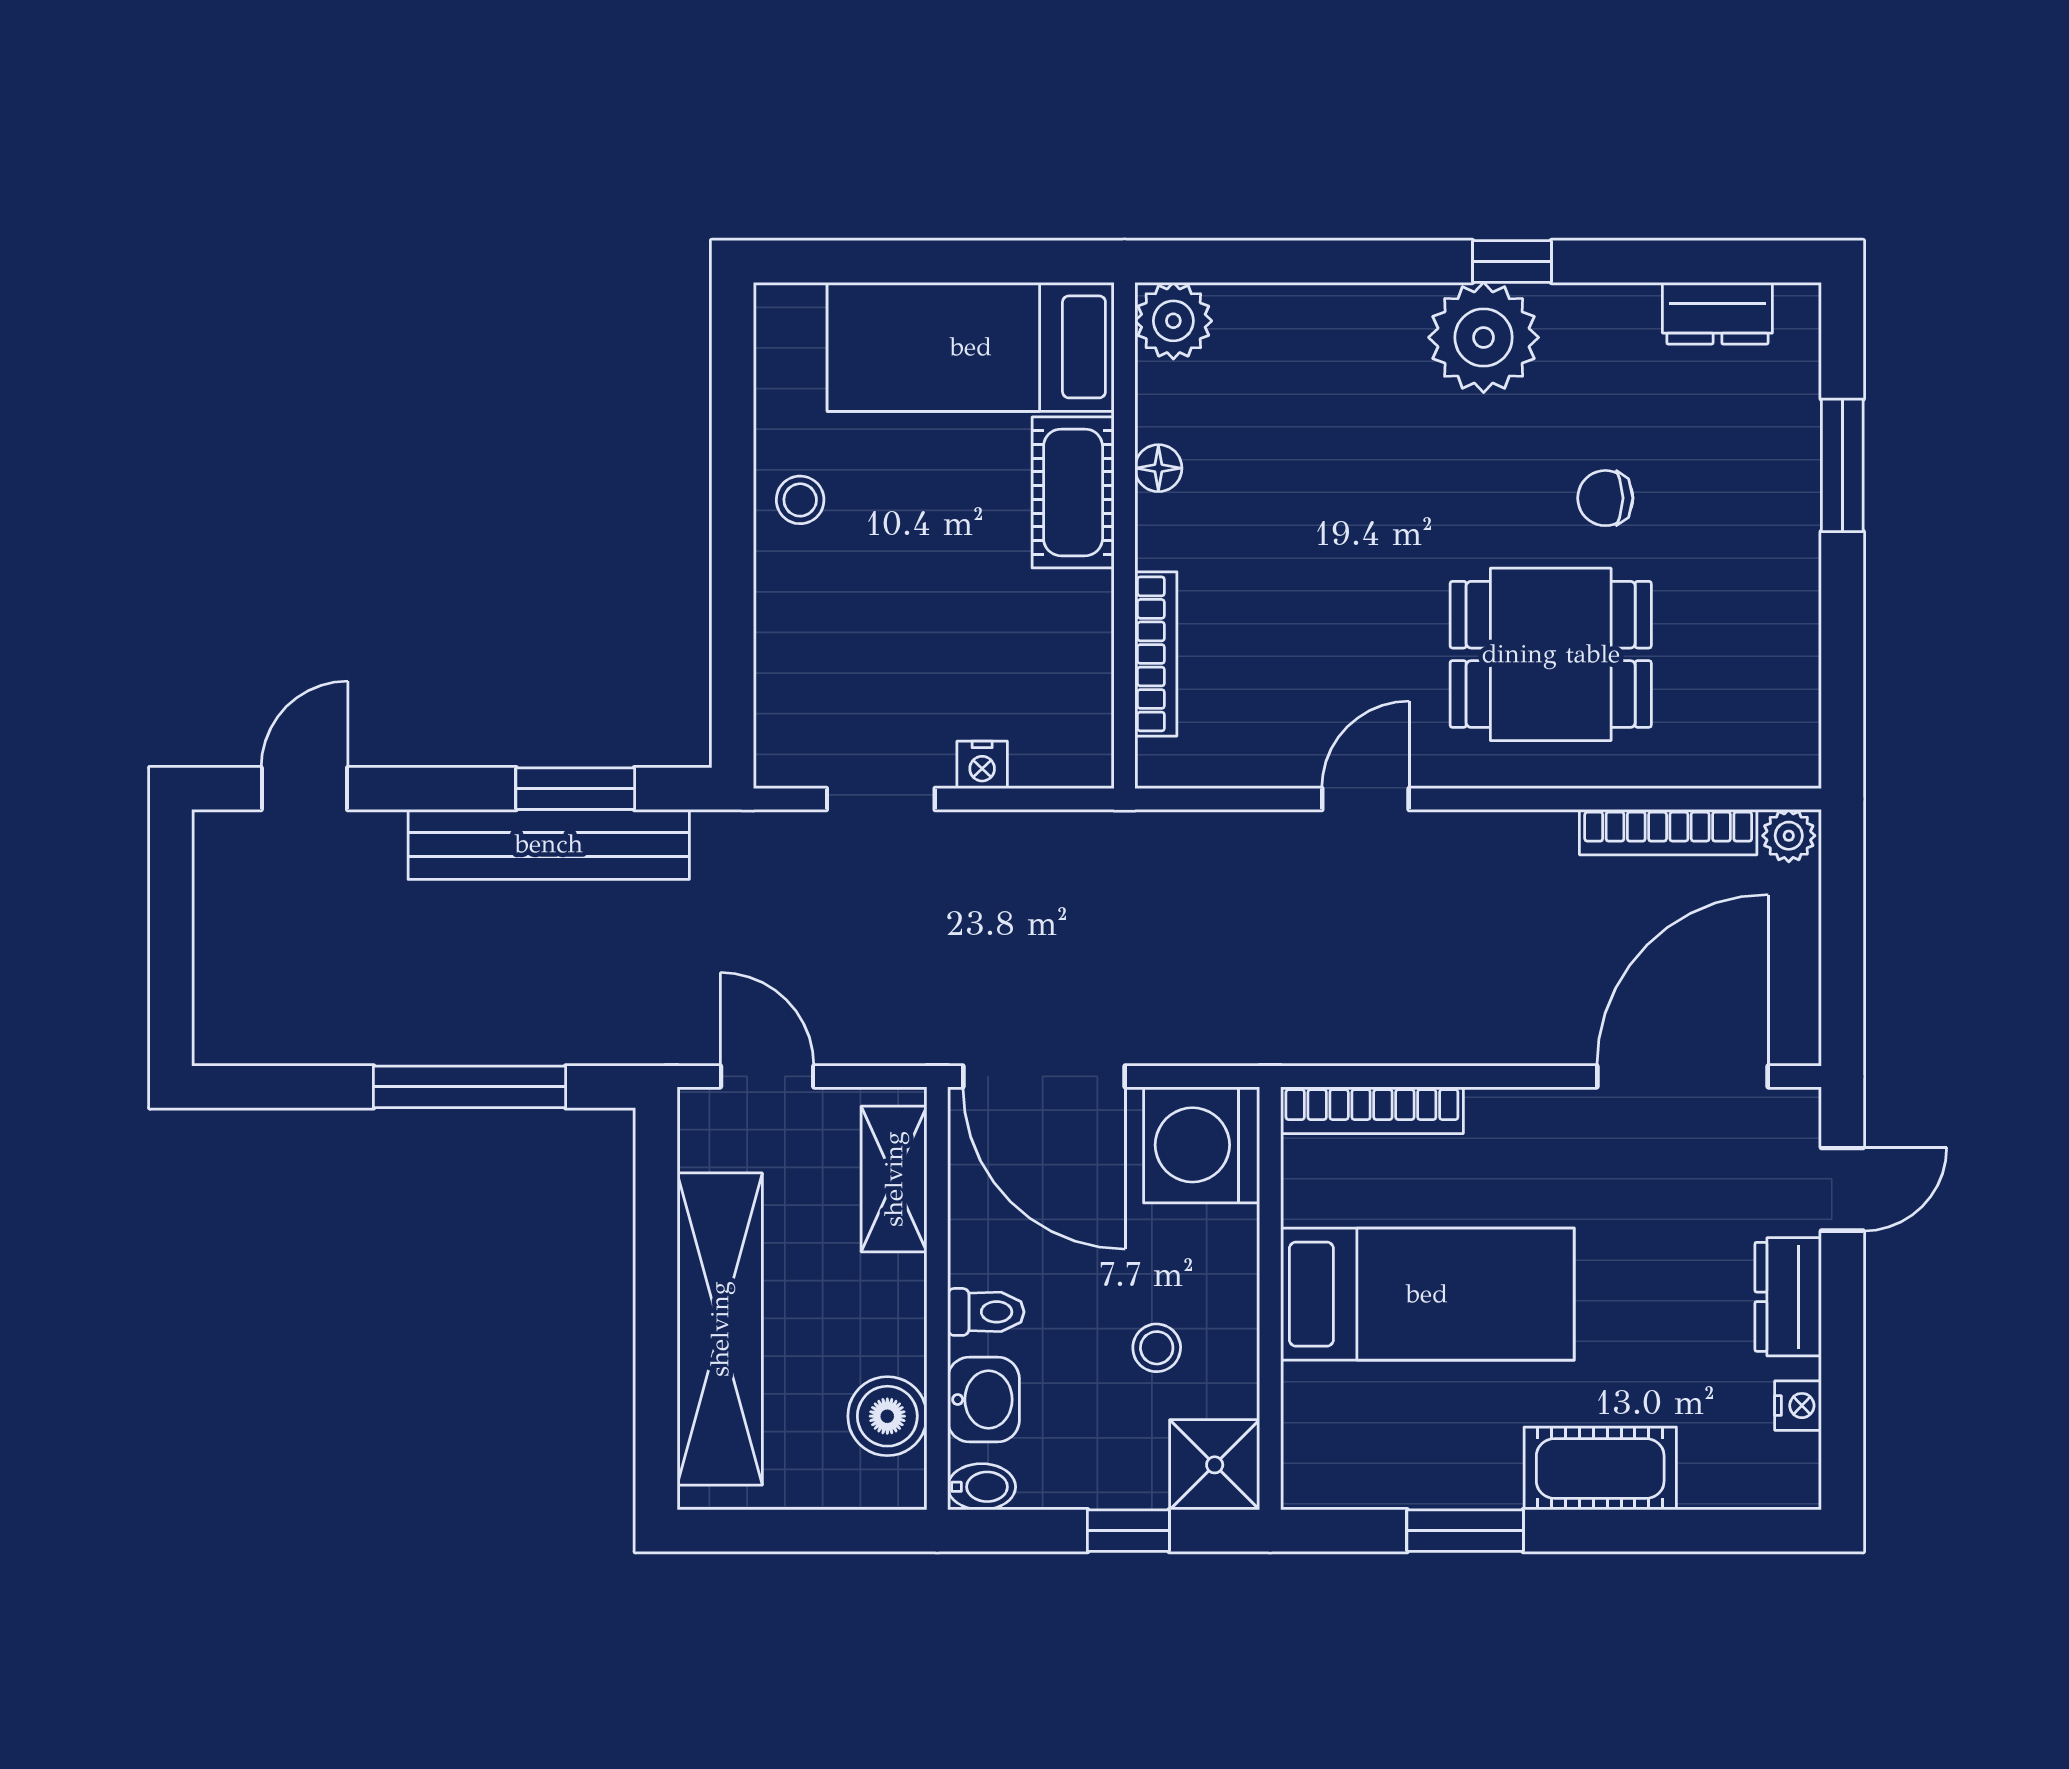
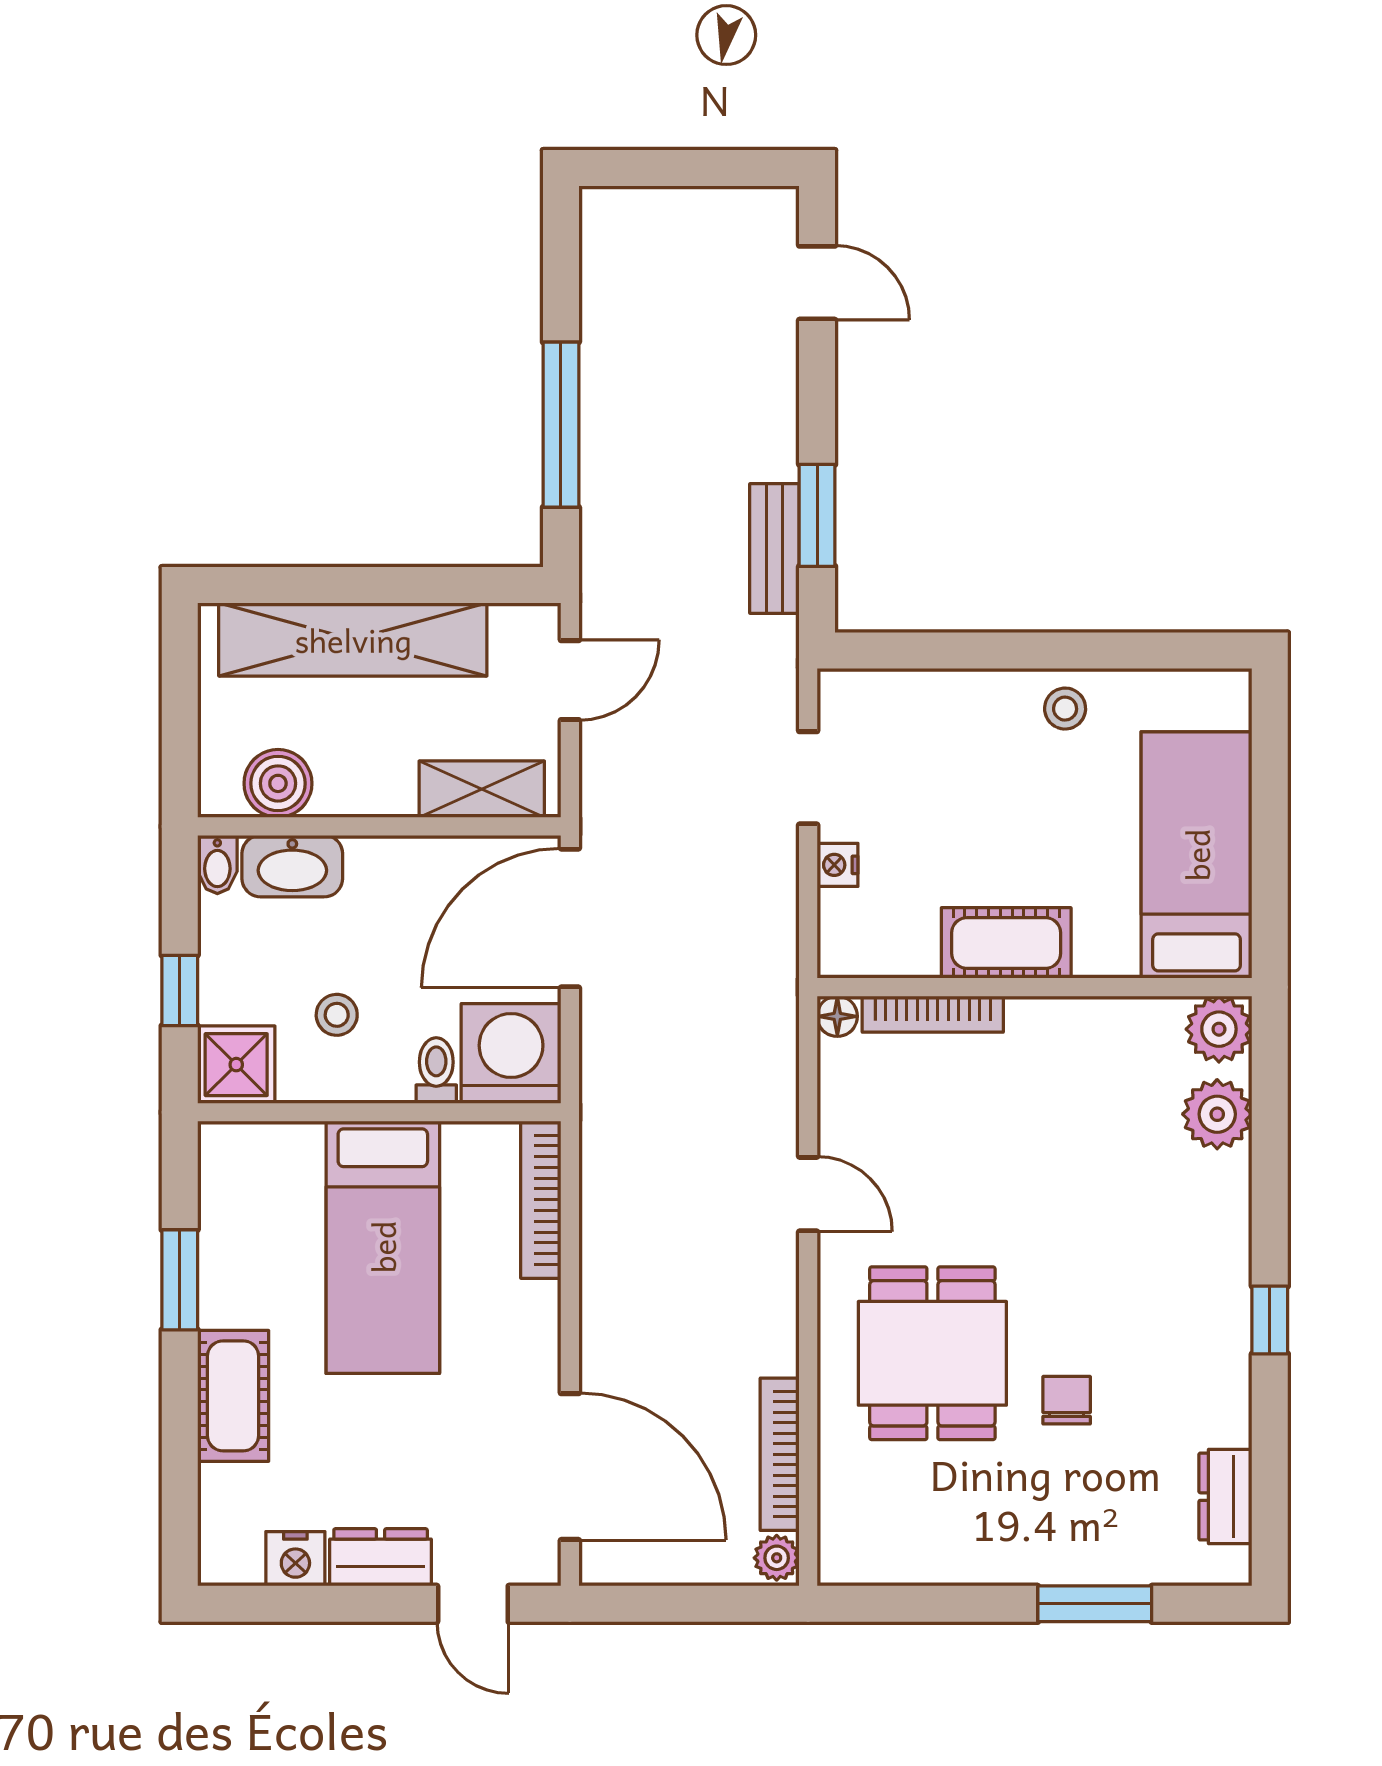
plant: (1484, 337) -> (1217, 1114), moved, width x0.73, depth x0.73
floor lamp: (1158, 468) -> (837, 1016), moved
cot: (1073, 492) -> (1006, 943), moved
bench: (549, 844) -> (774, 549), width x0.54, depth x0.82
toilet: (986, 1312) -> (436, 1071), moved, turned 180
washbasin: (983, 1400) -> (292, 866), width x1.38
nightstand: (1798, 1406) -> (295, 1559), width x1.39, depth x1.35

